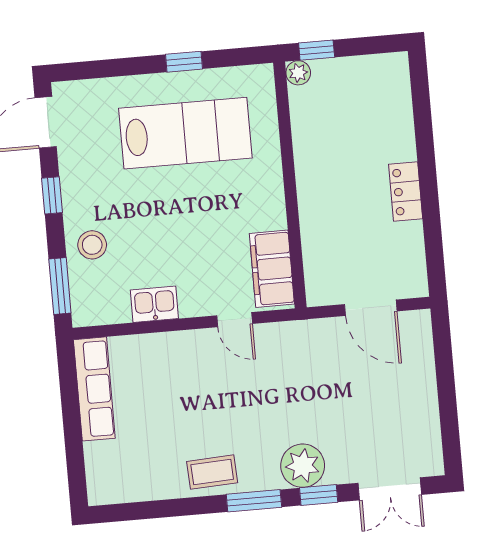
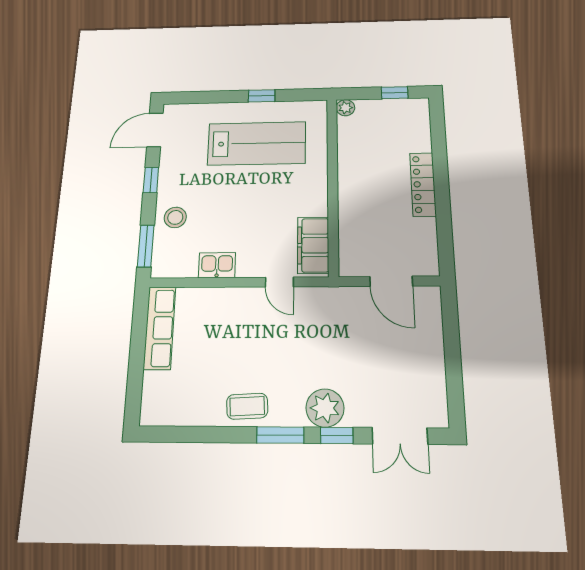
window: (317, 50) -> (395, 93), moved
locker: (406, 192) -> (423, 184), width x1.53

